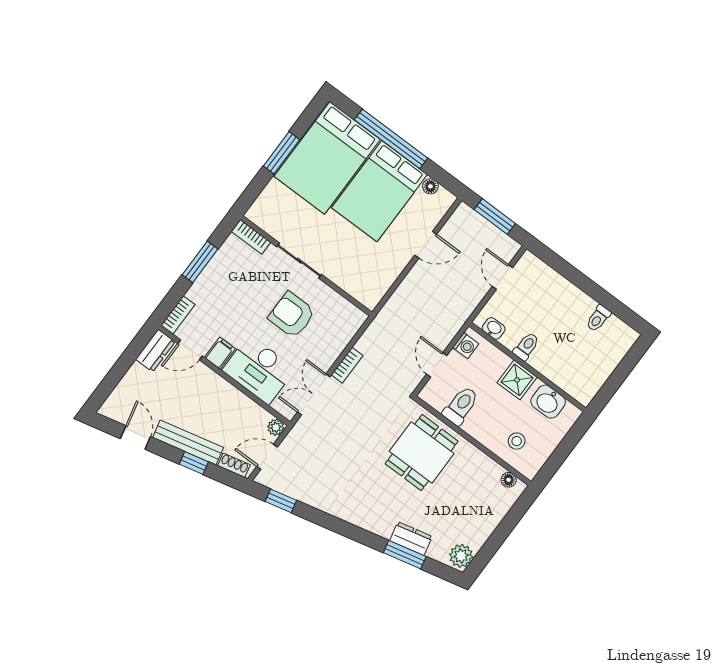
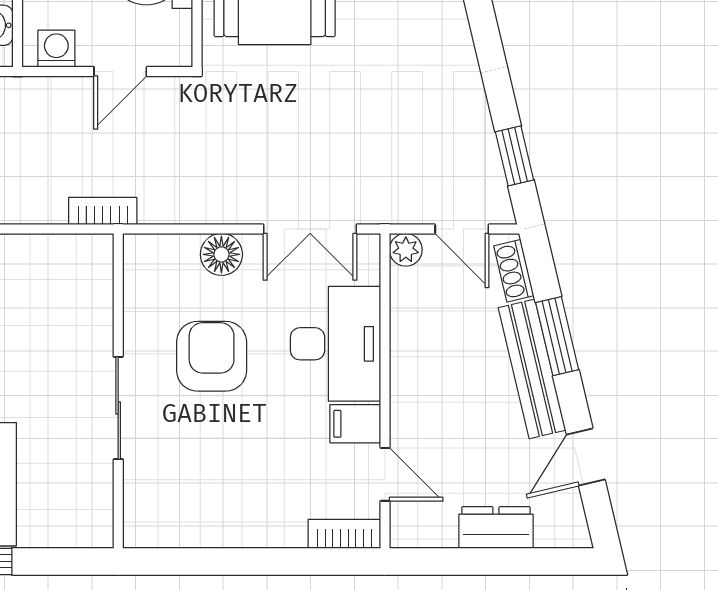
bookcase: (251, 237) -> (137, 511), removed
window: (200, 262) -> (236, 561), removed
armchair: (292, 315) -> (212, 356), turned 180
floor lamp: (330, 350) -> (221, 254), added
dresser: (155, 351) -> (496, 527), moved
bookcase: (347, 365) -> (103, 211), moved
window: (194, 463) -> (557, 336), width x1.50

